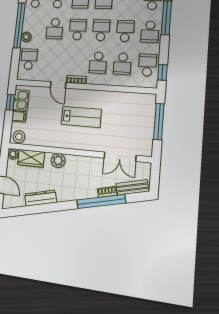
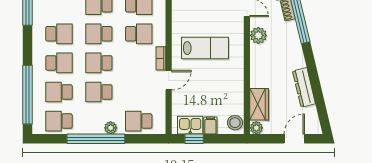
school desk: (55, 29) -> (99, 92), turned 180
lab bench: (81, 117) -> (205, 48), turned 90
plant: (58, 160) -> (258, 35), moved

